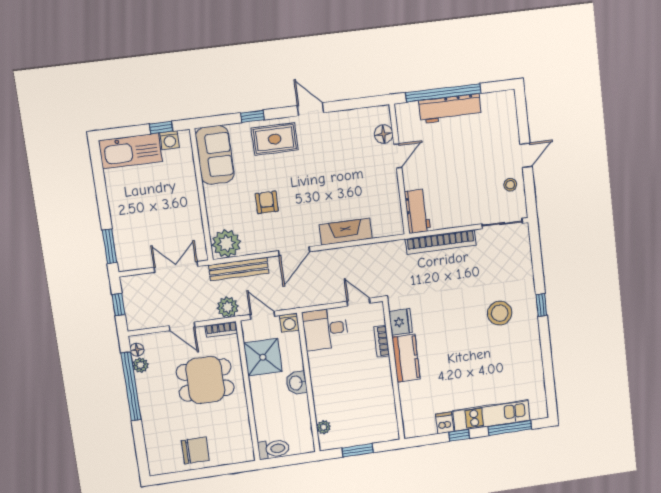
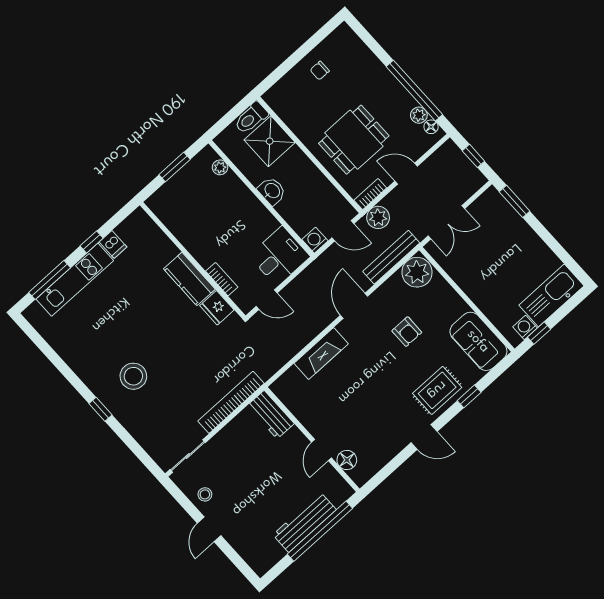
shower: (263, 357) -> (270, 141), moved
chair: (195, 450) -> (320, 71), width x0.54, depth x0.54

